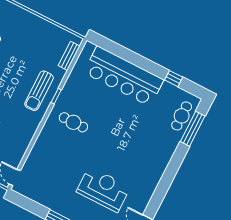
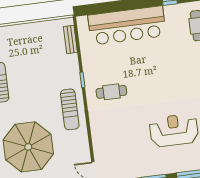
sun lounger: (39, 91) -> (70, 109), moved

